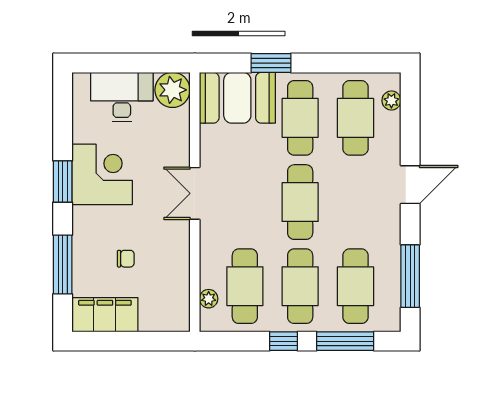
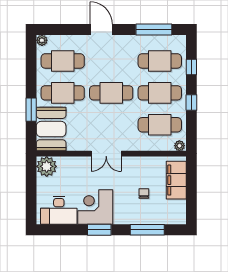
desk: (122, 97) -> (59, 210), moved, turned -90
plant: (391, 101) -> (42, 40), moved
plant: (209, 299) -> (179, 146), moved
filing cabinet: (105, 315) -> (176, 180), moved
window: (345, 341) -> (191, 67), width x0.46

